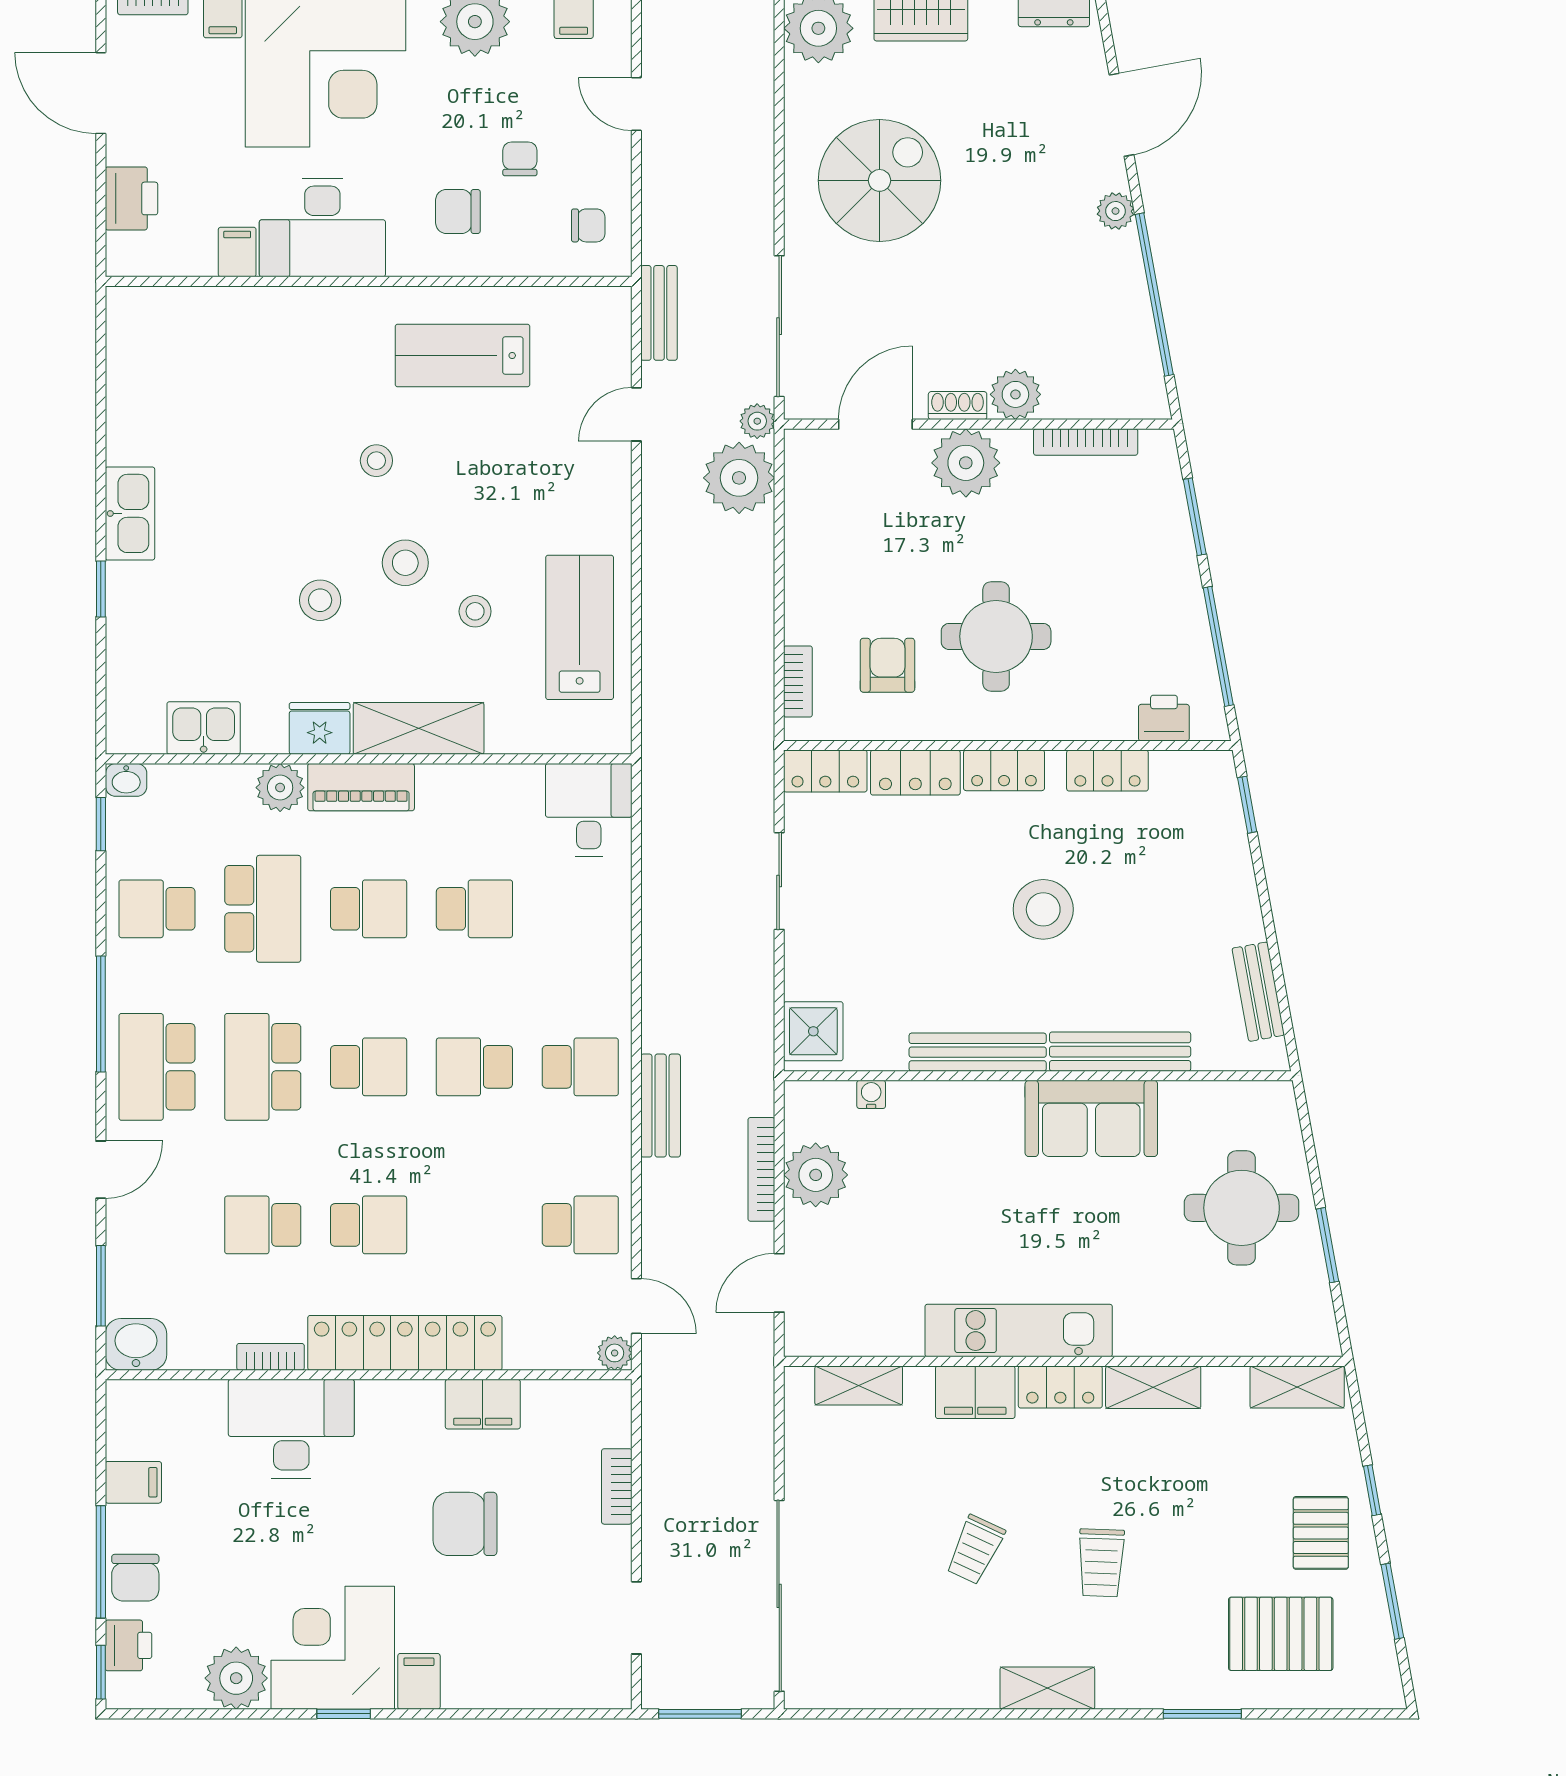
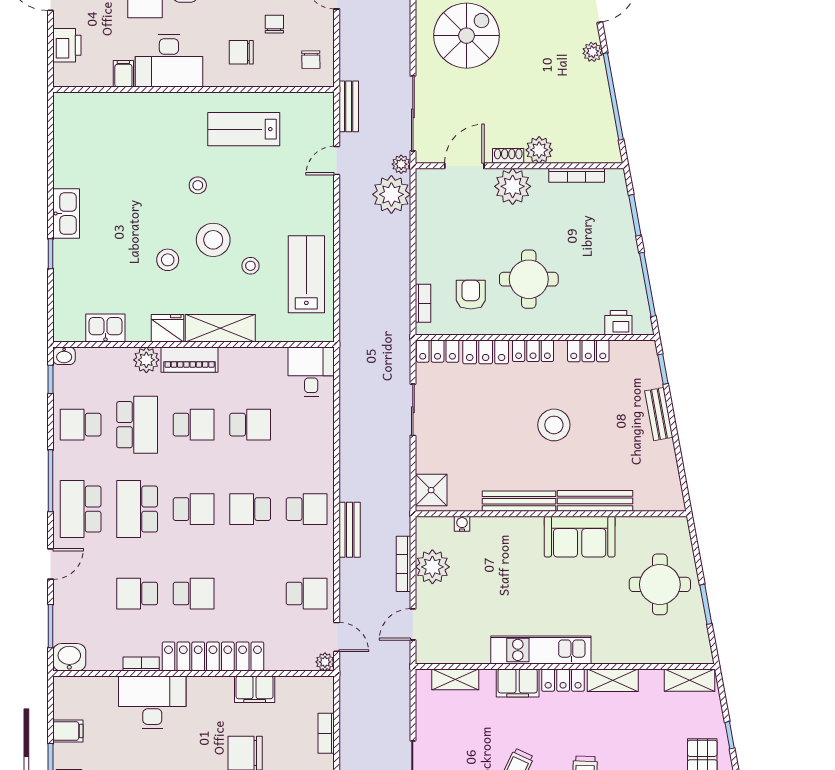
chair: (588, 225) -> (311, 60), turned 89
stool: (405, 563) -> (213, 240), width x1.38, depth x1.38
bench: (1258, 992) -> (659, 414), moved

